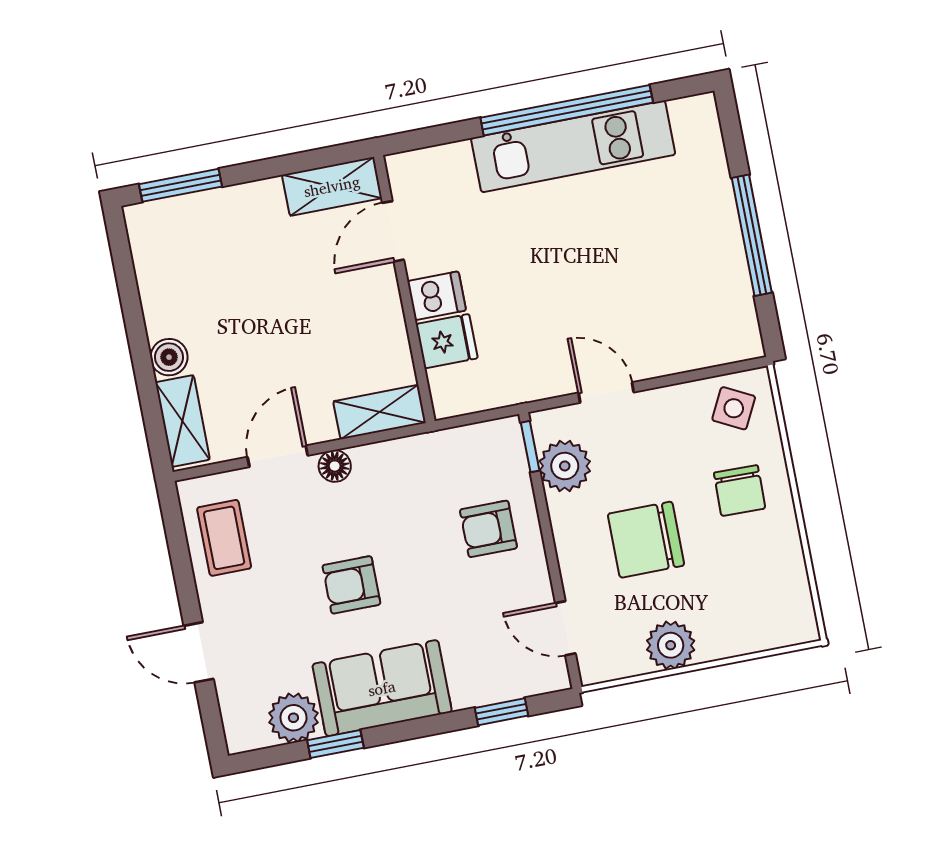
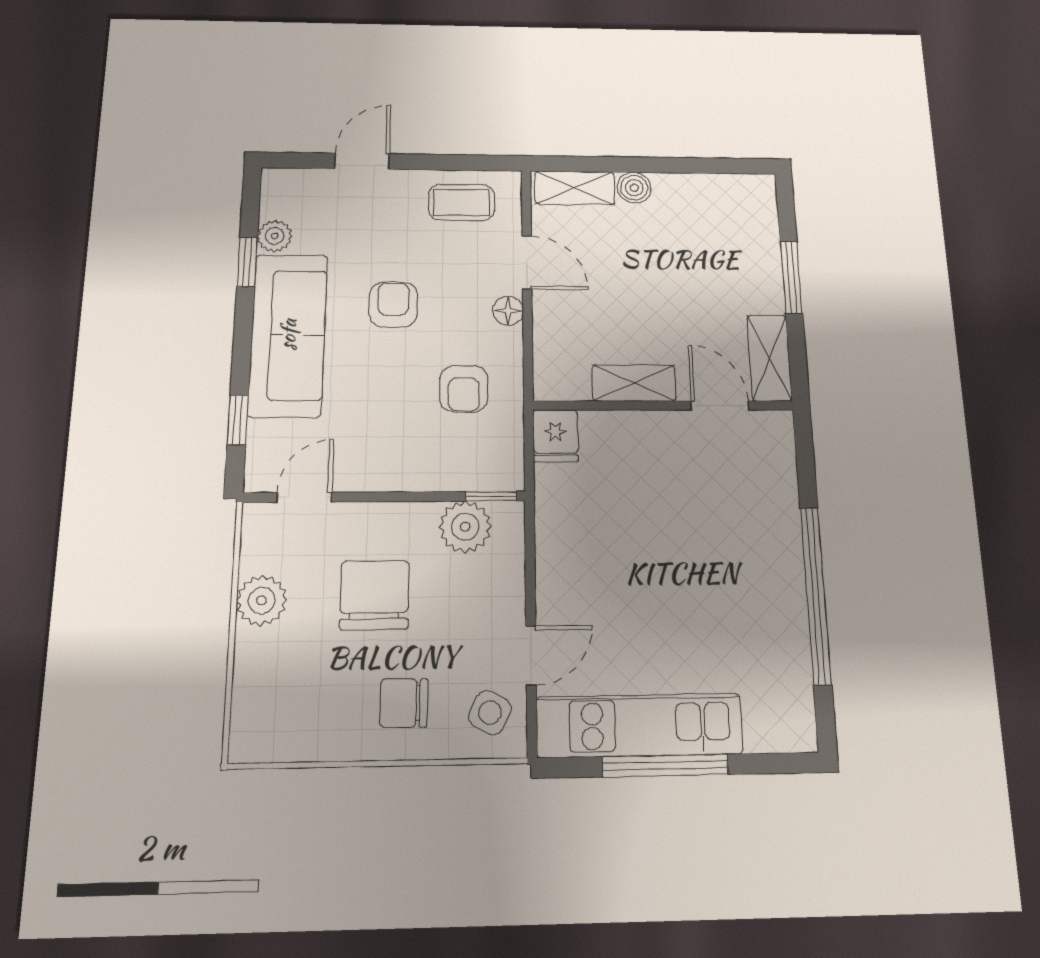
kitchen unit: (573, 146) -> (639, 725), moved, turned 90
window: (180, 185) -> (791, 277), moved
dishwasher: (437, 296) -> (653, 434), removed
fridge: (447, 341) -> (555, 436), moved
door: (606, 392) -> (531, 655), moved
shelving: (379, 412) -> (634, 383), moved, turned 90
armchair: (488, 529) -> (464, 389), moved, turned 180
sofa: (382, 688) -> (288, 335), width x1.36
plant: (293, 718) -> (275, 236), width x0.73, depth x0.73

